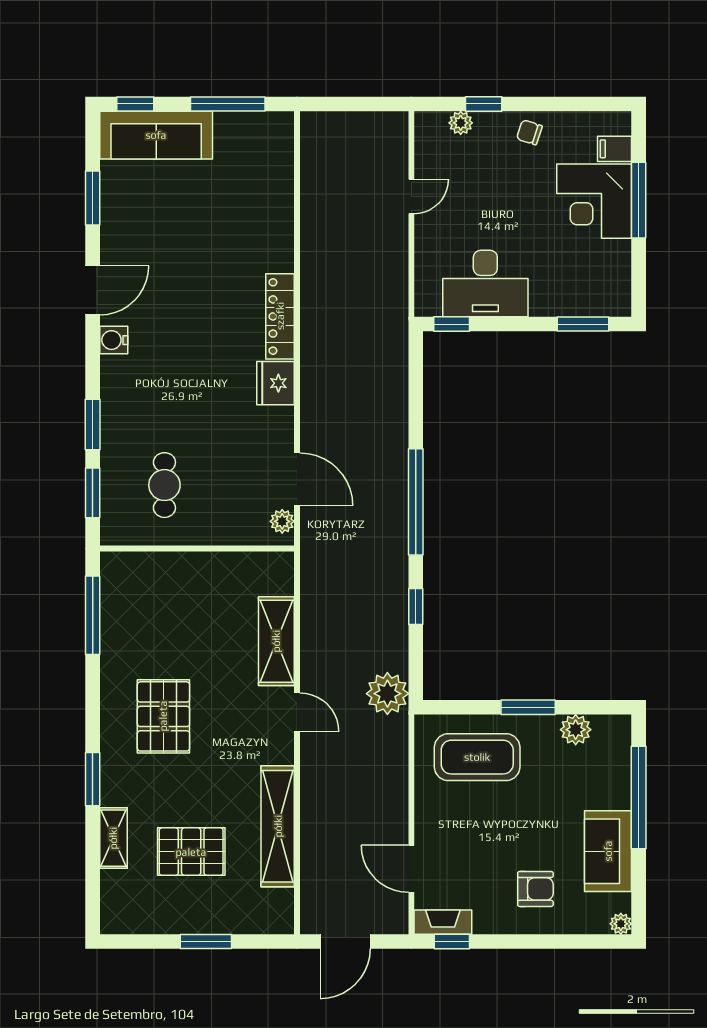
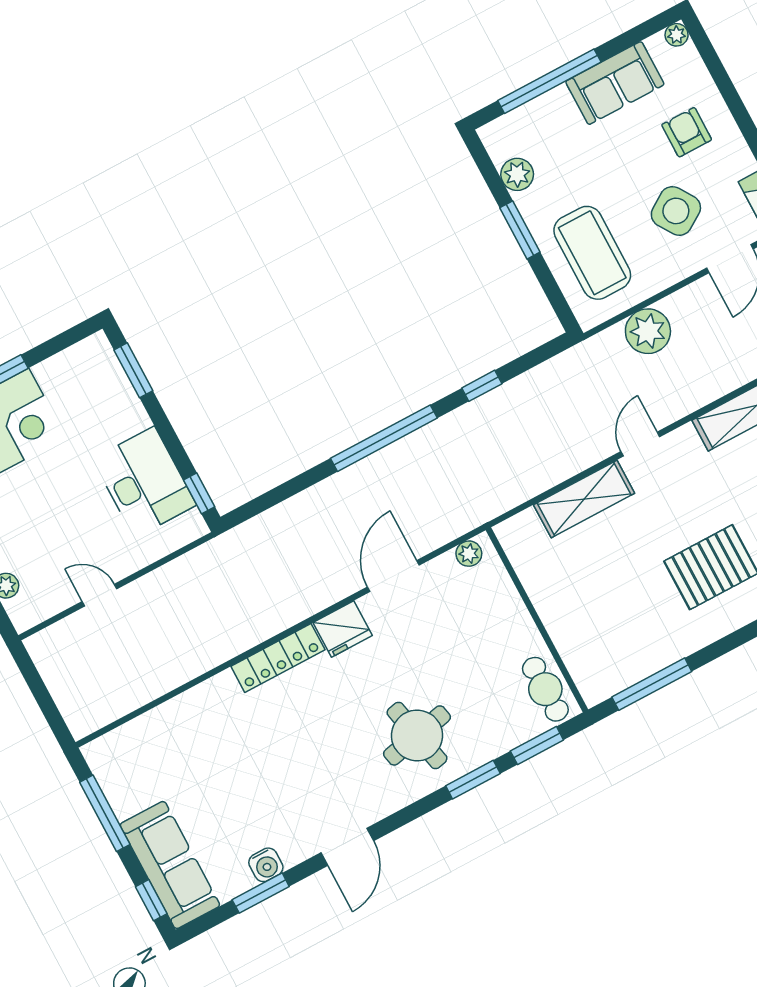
door: (93, 290) -> (347, 847), swing flipped
water cooler: (114, 340) -> (266, 865), moved
round table: (154, 398) -> (417, 735), added
door: (297, 479) -> (393, 576), moved
cafe table: (164, 485) -> (545, 689), moved, turned 90
plant: (387, 694) -> (648, 331), moved
side table: (475, 845) -> (676, 211), added

